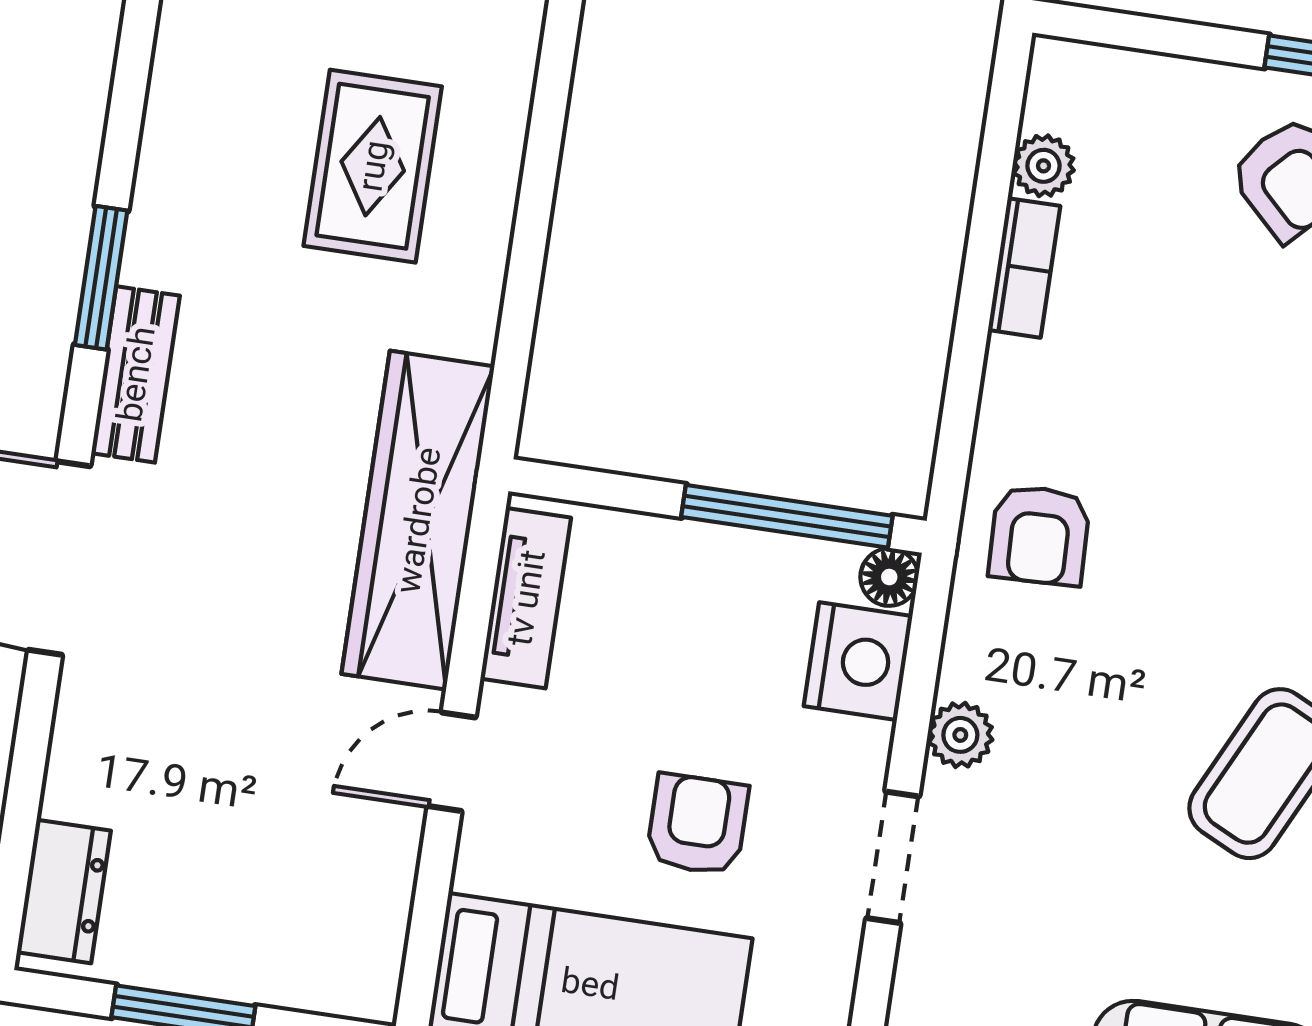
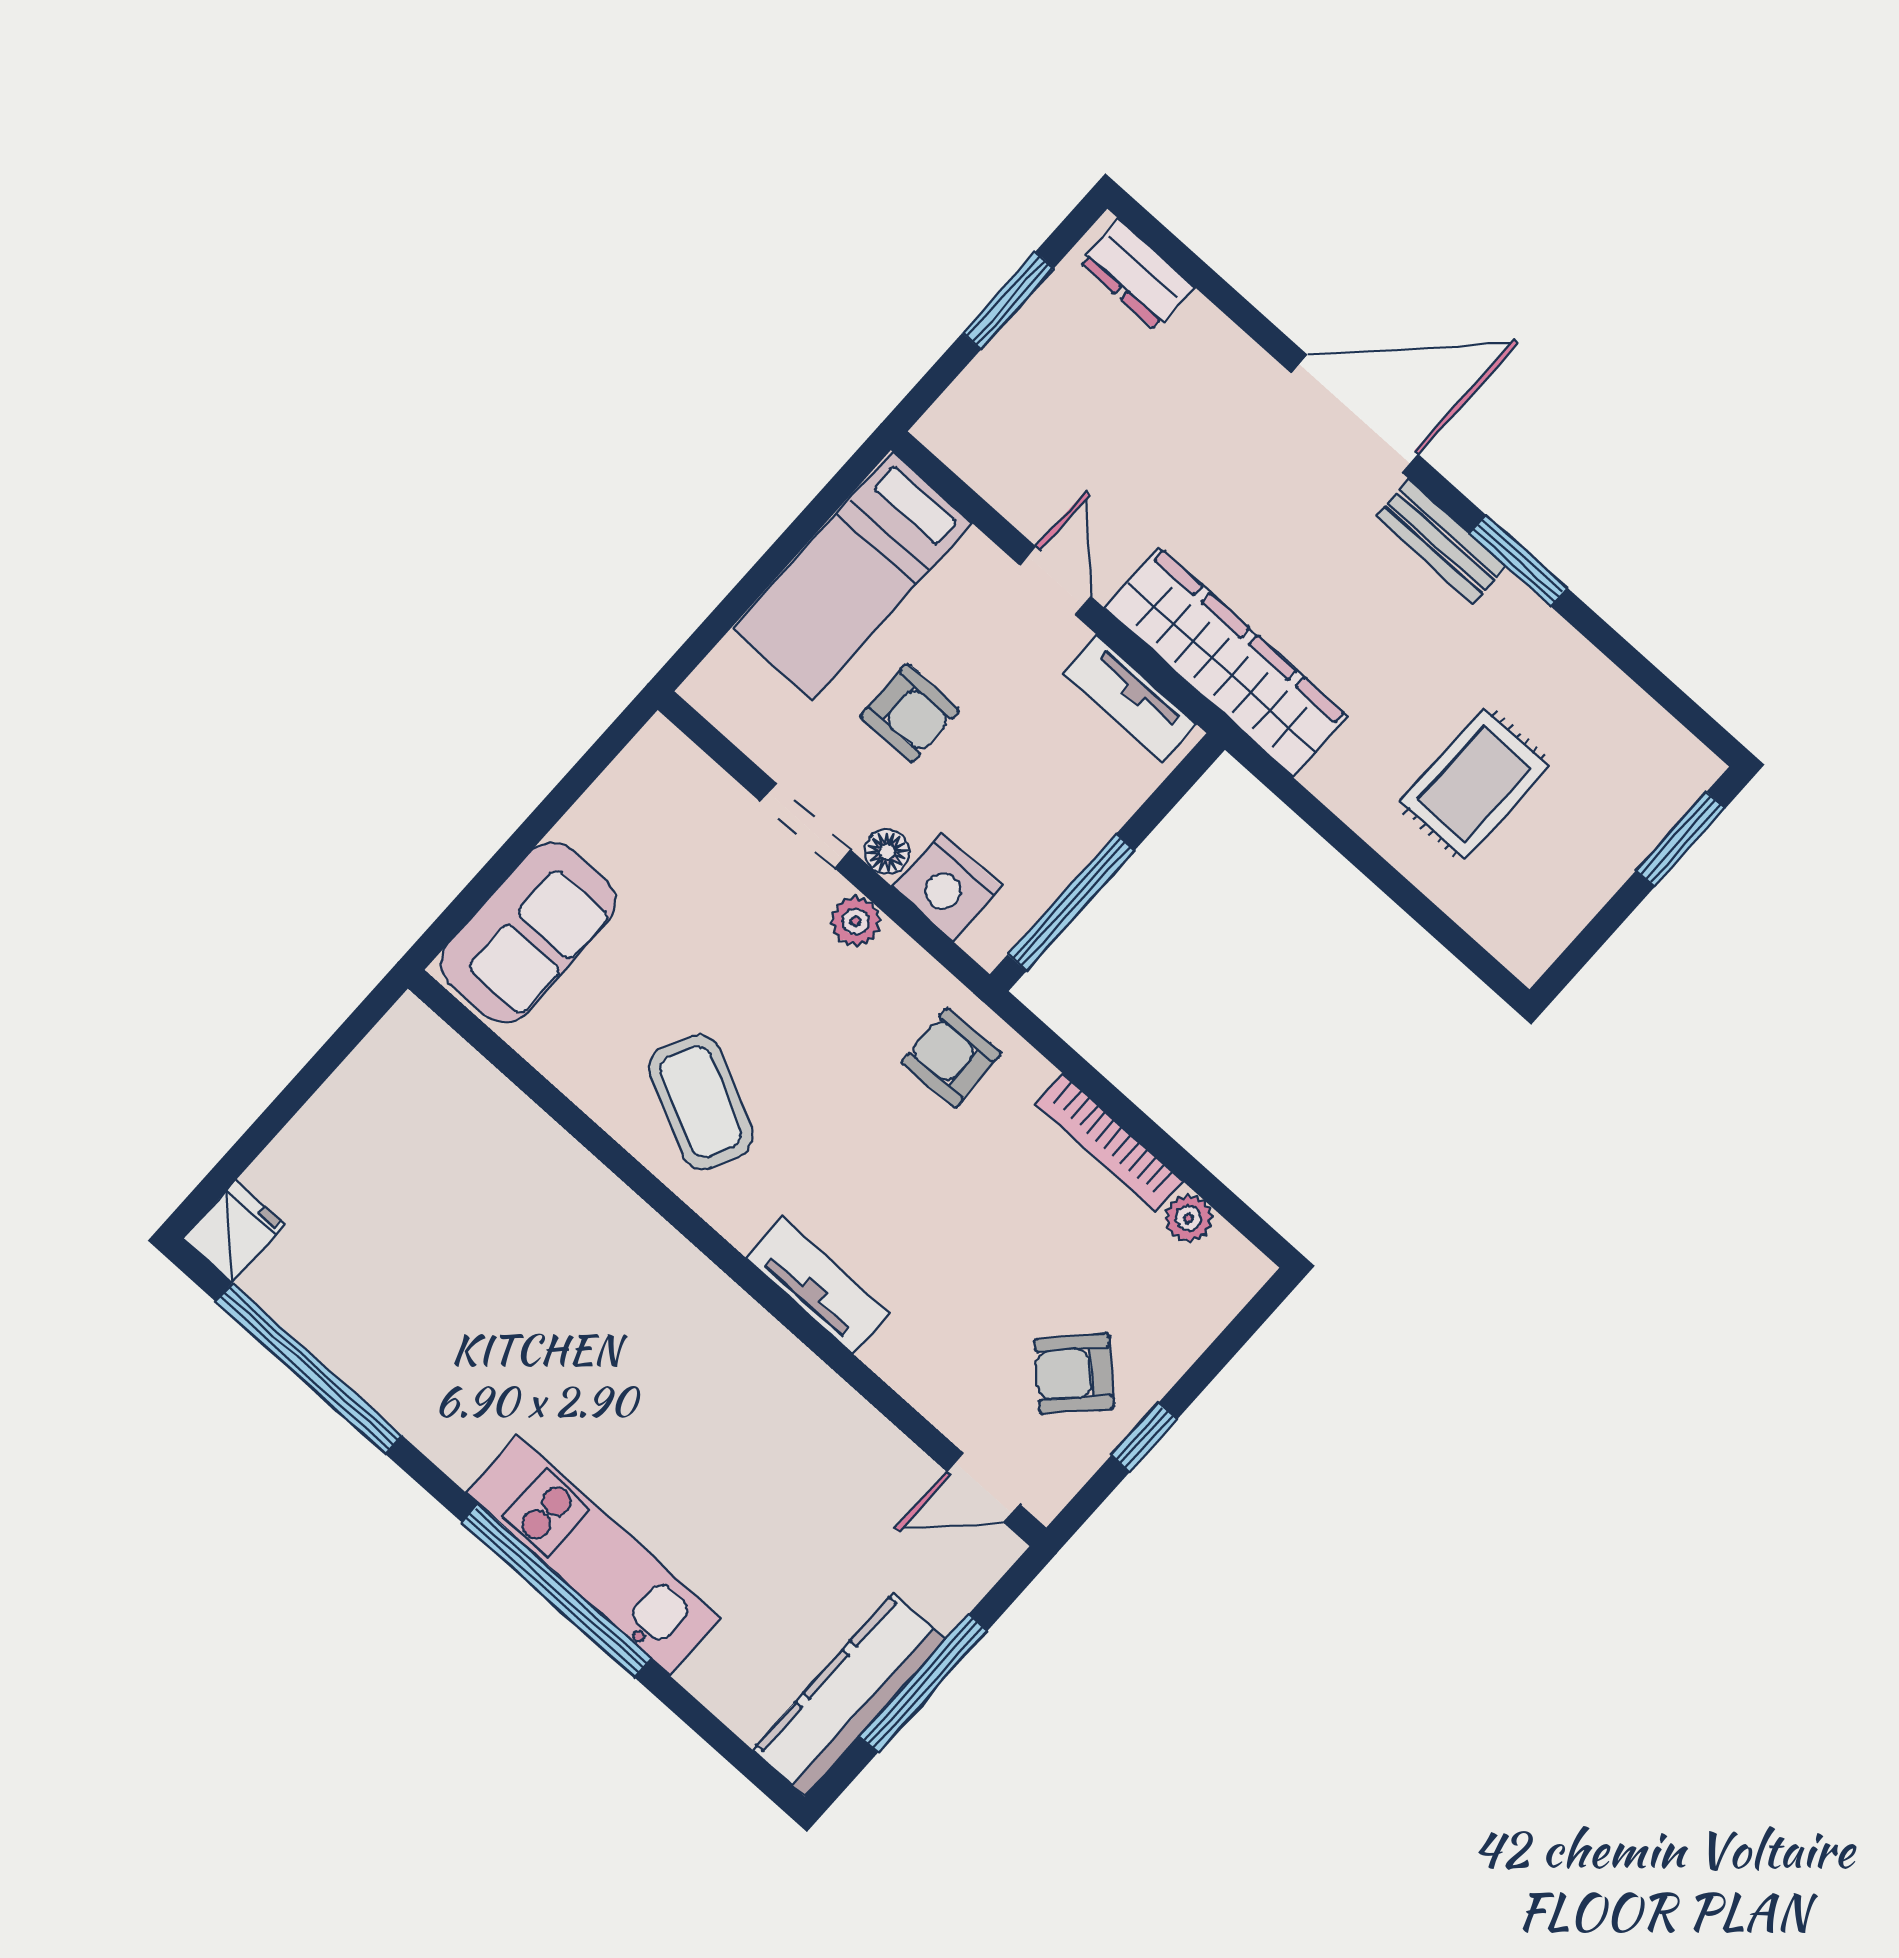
rug: (373, 166) -> (1475, 784), turned 90
bookcase: (1024, 268) -> (1109, 1143), width x1.56
floor lamp: (889, 577) -> (887, 852), moved

